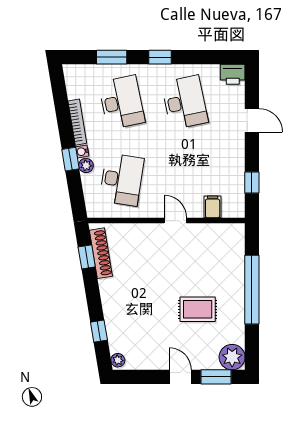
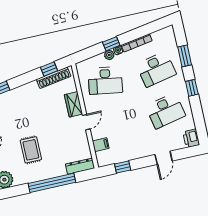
wardrobe: (146, 233) -> (73, 104), added
dresser: (237, 244) -> (80, 166), added

